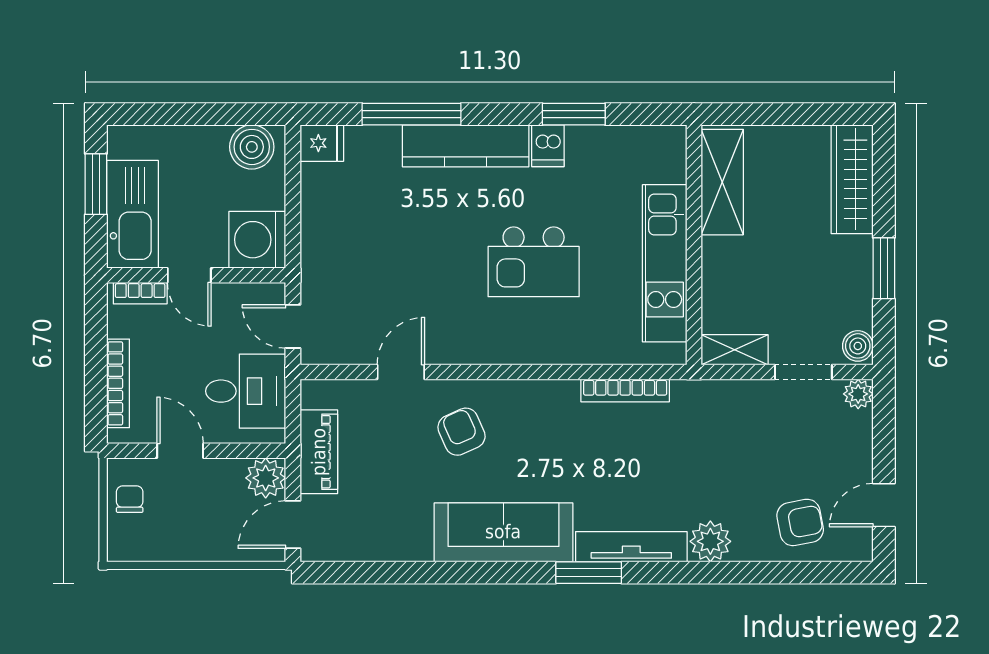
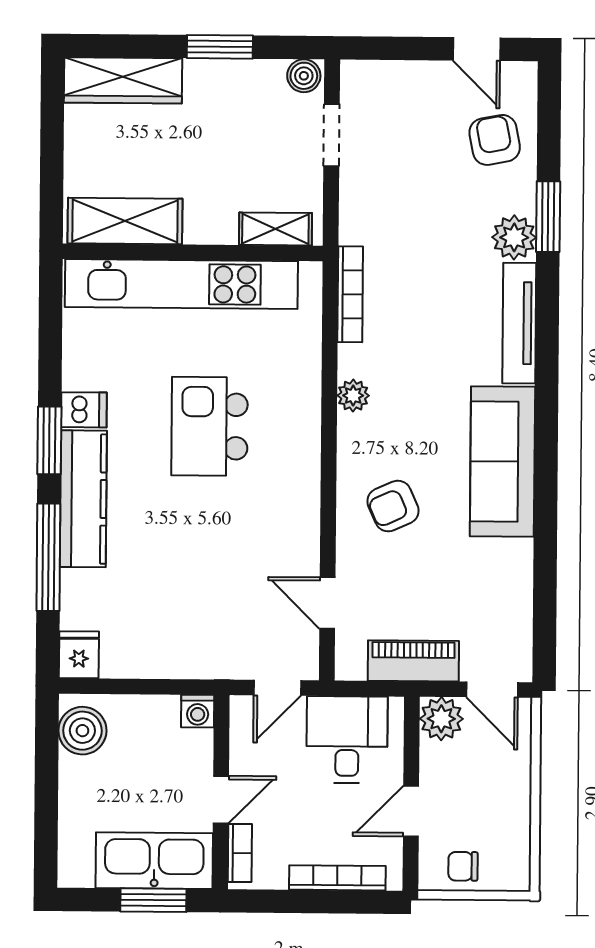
window: (574, 114) -> (49, 440), moved
window: (96, 184) -> (153, 900), moved
washing machine: (257, 240) -> (198, 711), width x0.53, depth x0.53
kitchen island: (534, 262) -> (210, 426), turned 180
kitchen unit: (665, 263) -> (181, 284), width x1.36
shelving: (735, 350) -> (275, 229), moved, turned 90
door: (401, 372) -> (327, 603), moved
bookcase: (625, 390) -> (350, 294), moved
plant: (858, 394) -> (353, 396), moved
window: (589, 573) -> (548, 217), moved

